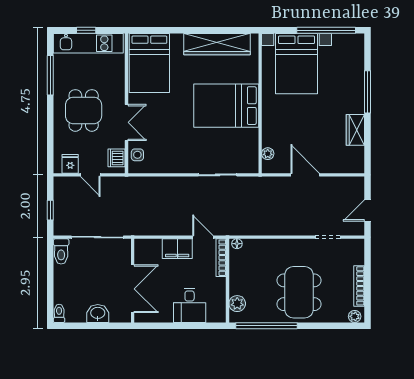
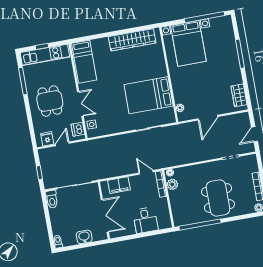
bed: (149, 63) -> (84, 62), width x0.67
bed: (226, 106) -> (149, 95), moved
wardrobe: (355, 130) -> (239, 95), moved
door: (90, 175) -> (62, 144), swing flipped
door: (305, 175) -> (208, 118), swing flipped
filing cabinet: (177, 249) -> (119, 185), moved
plant: (237, 304) -> (172, 184), moved

